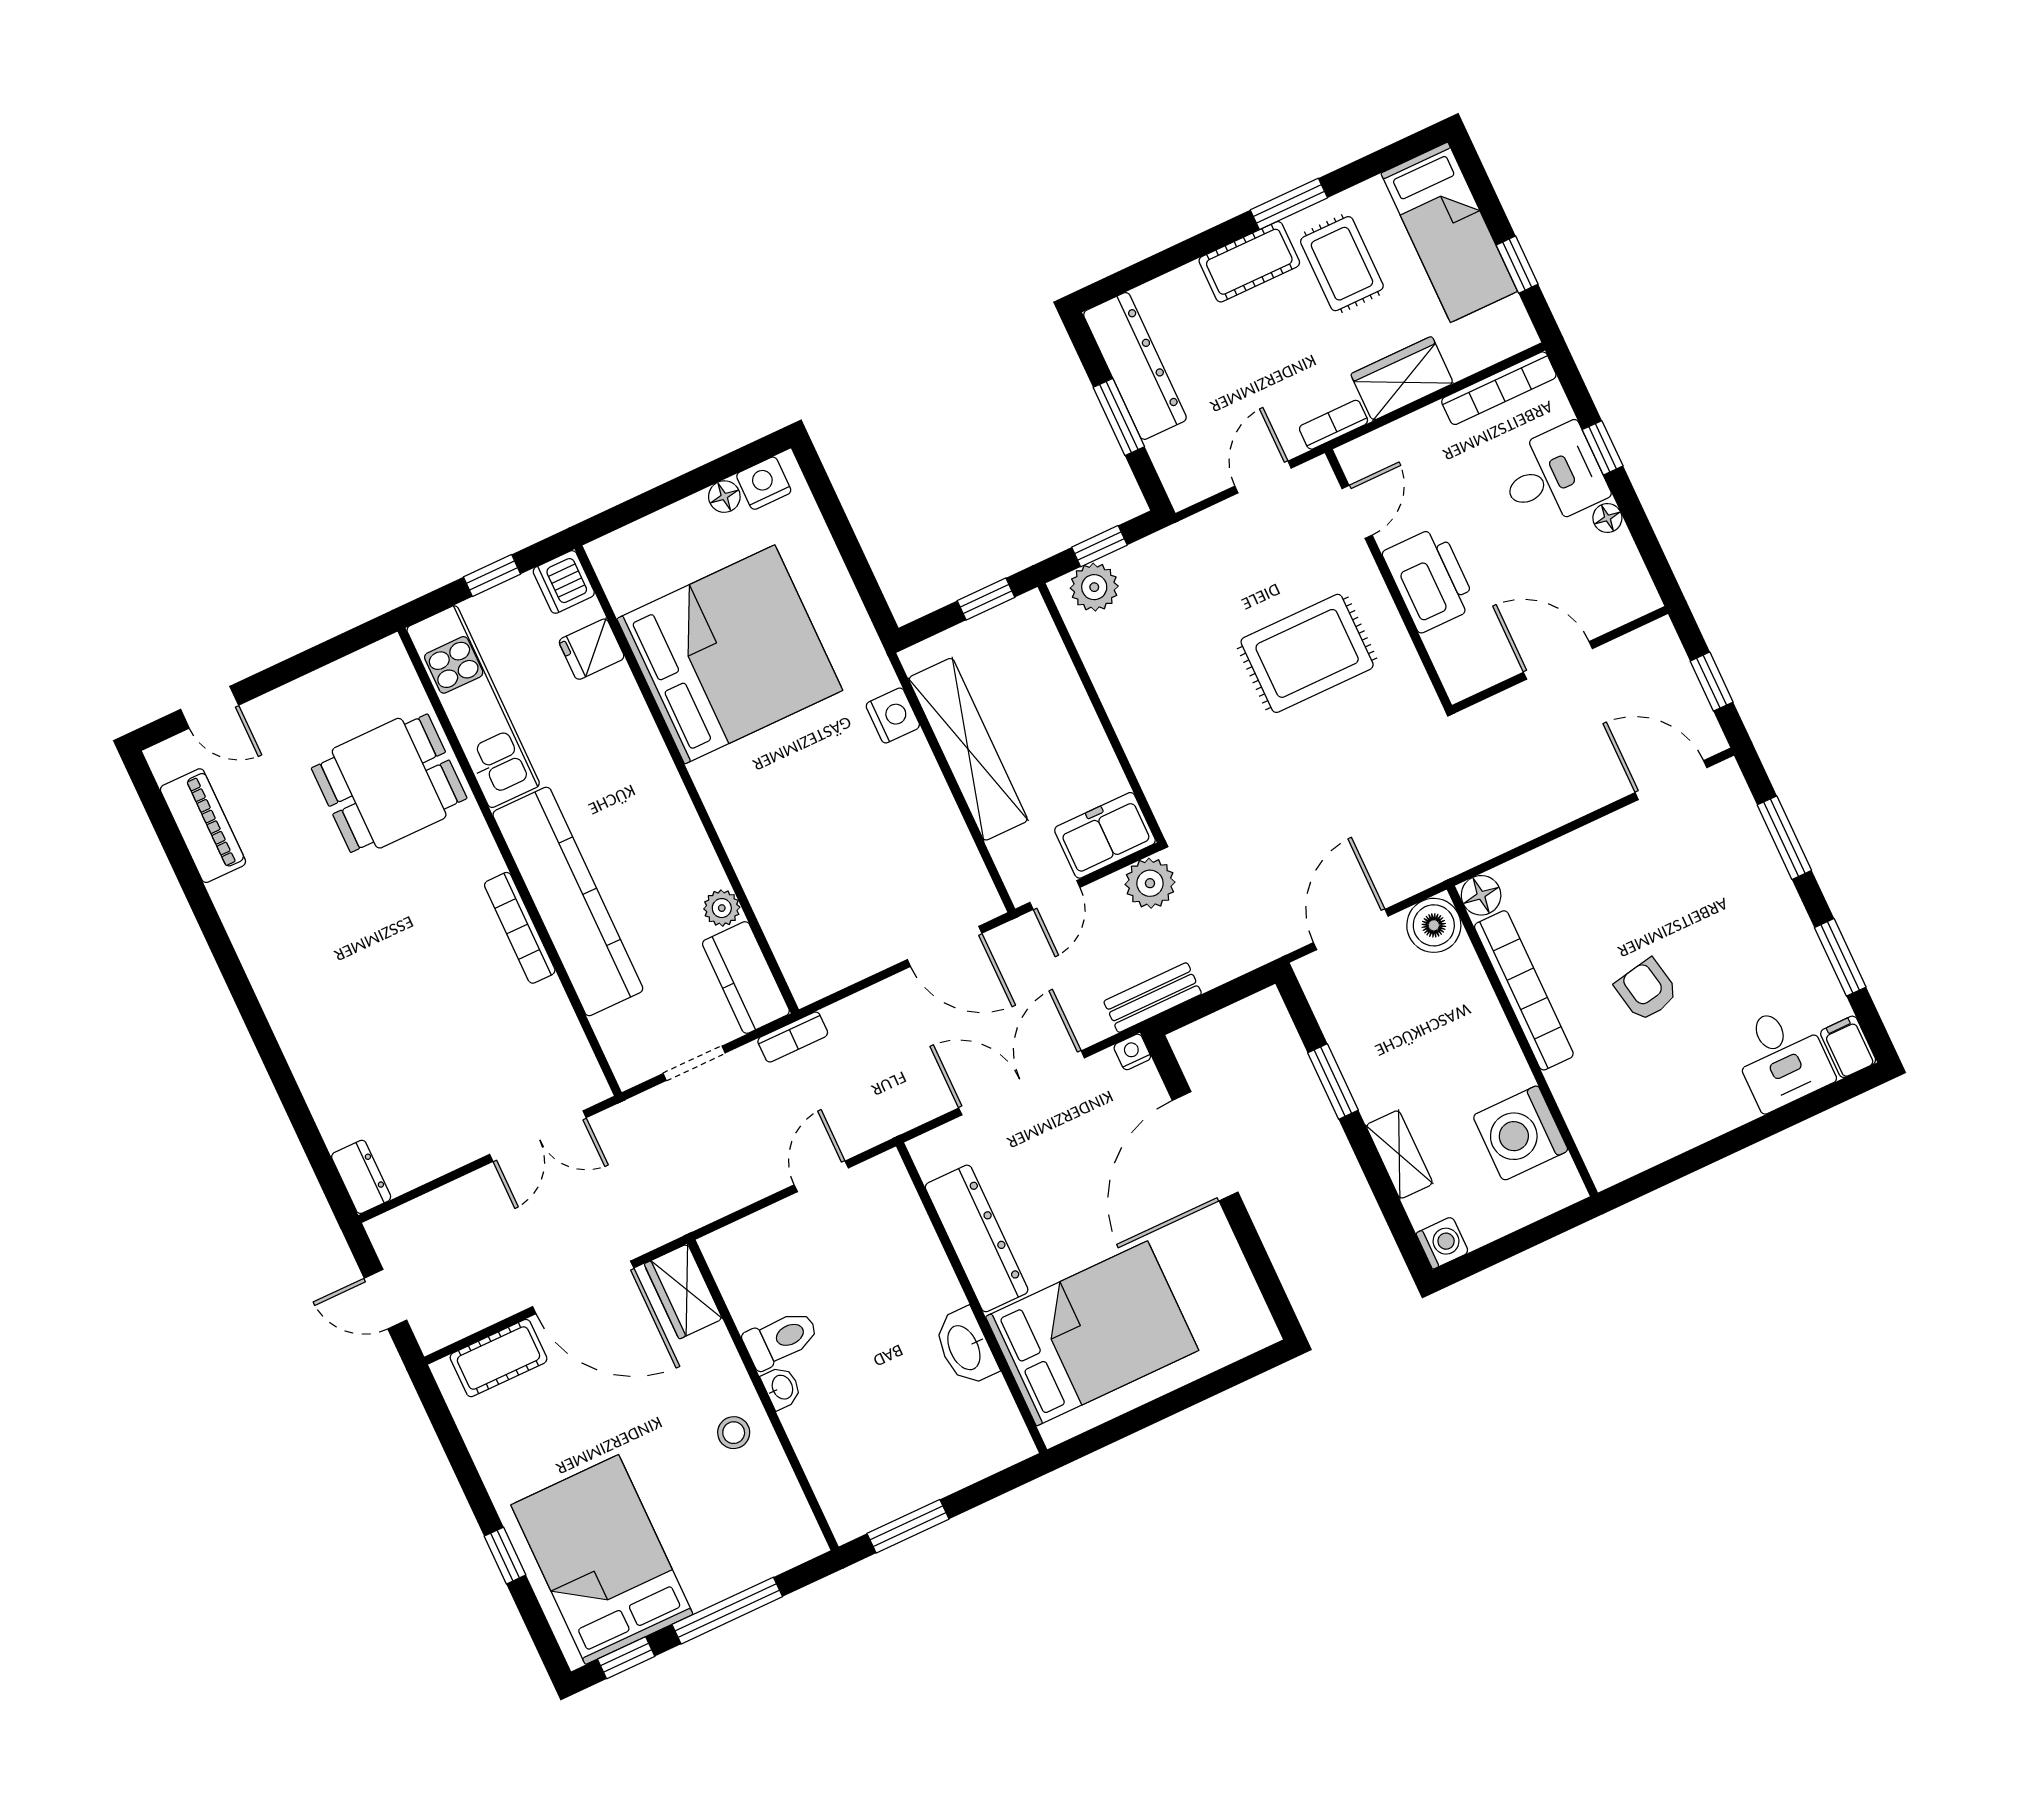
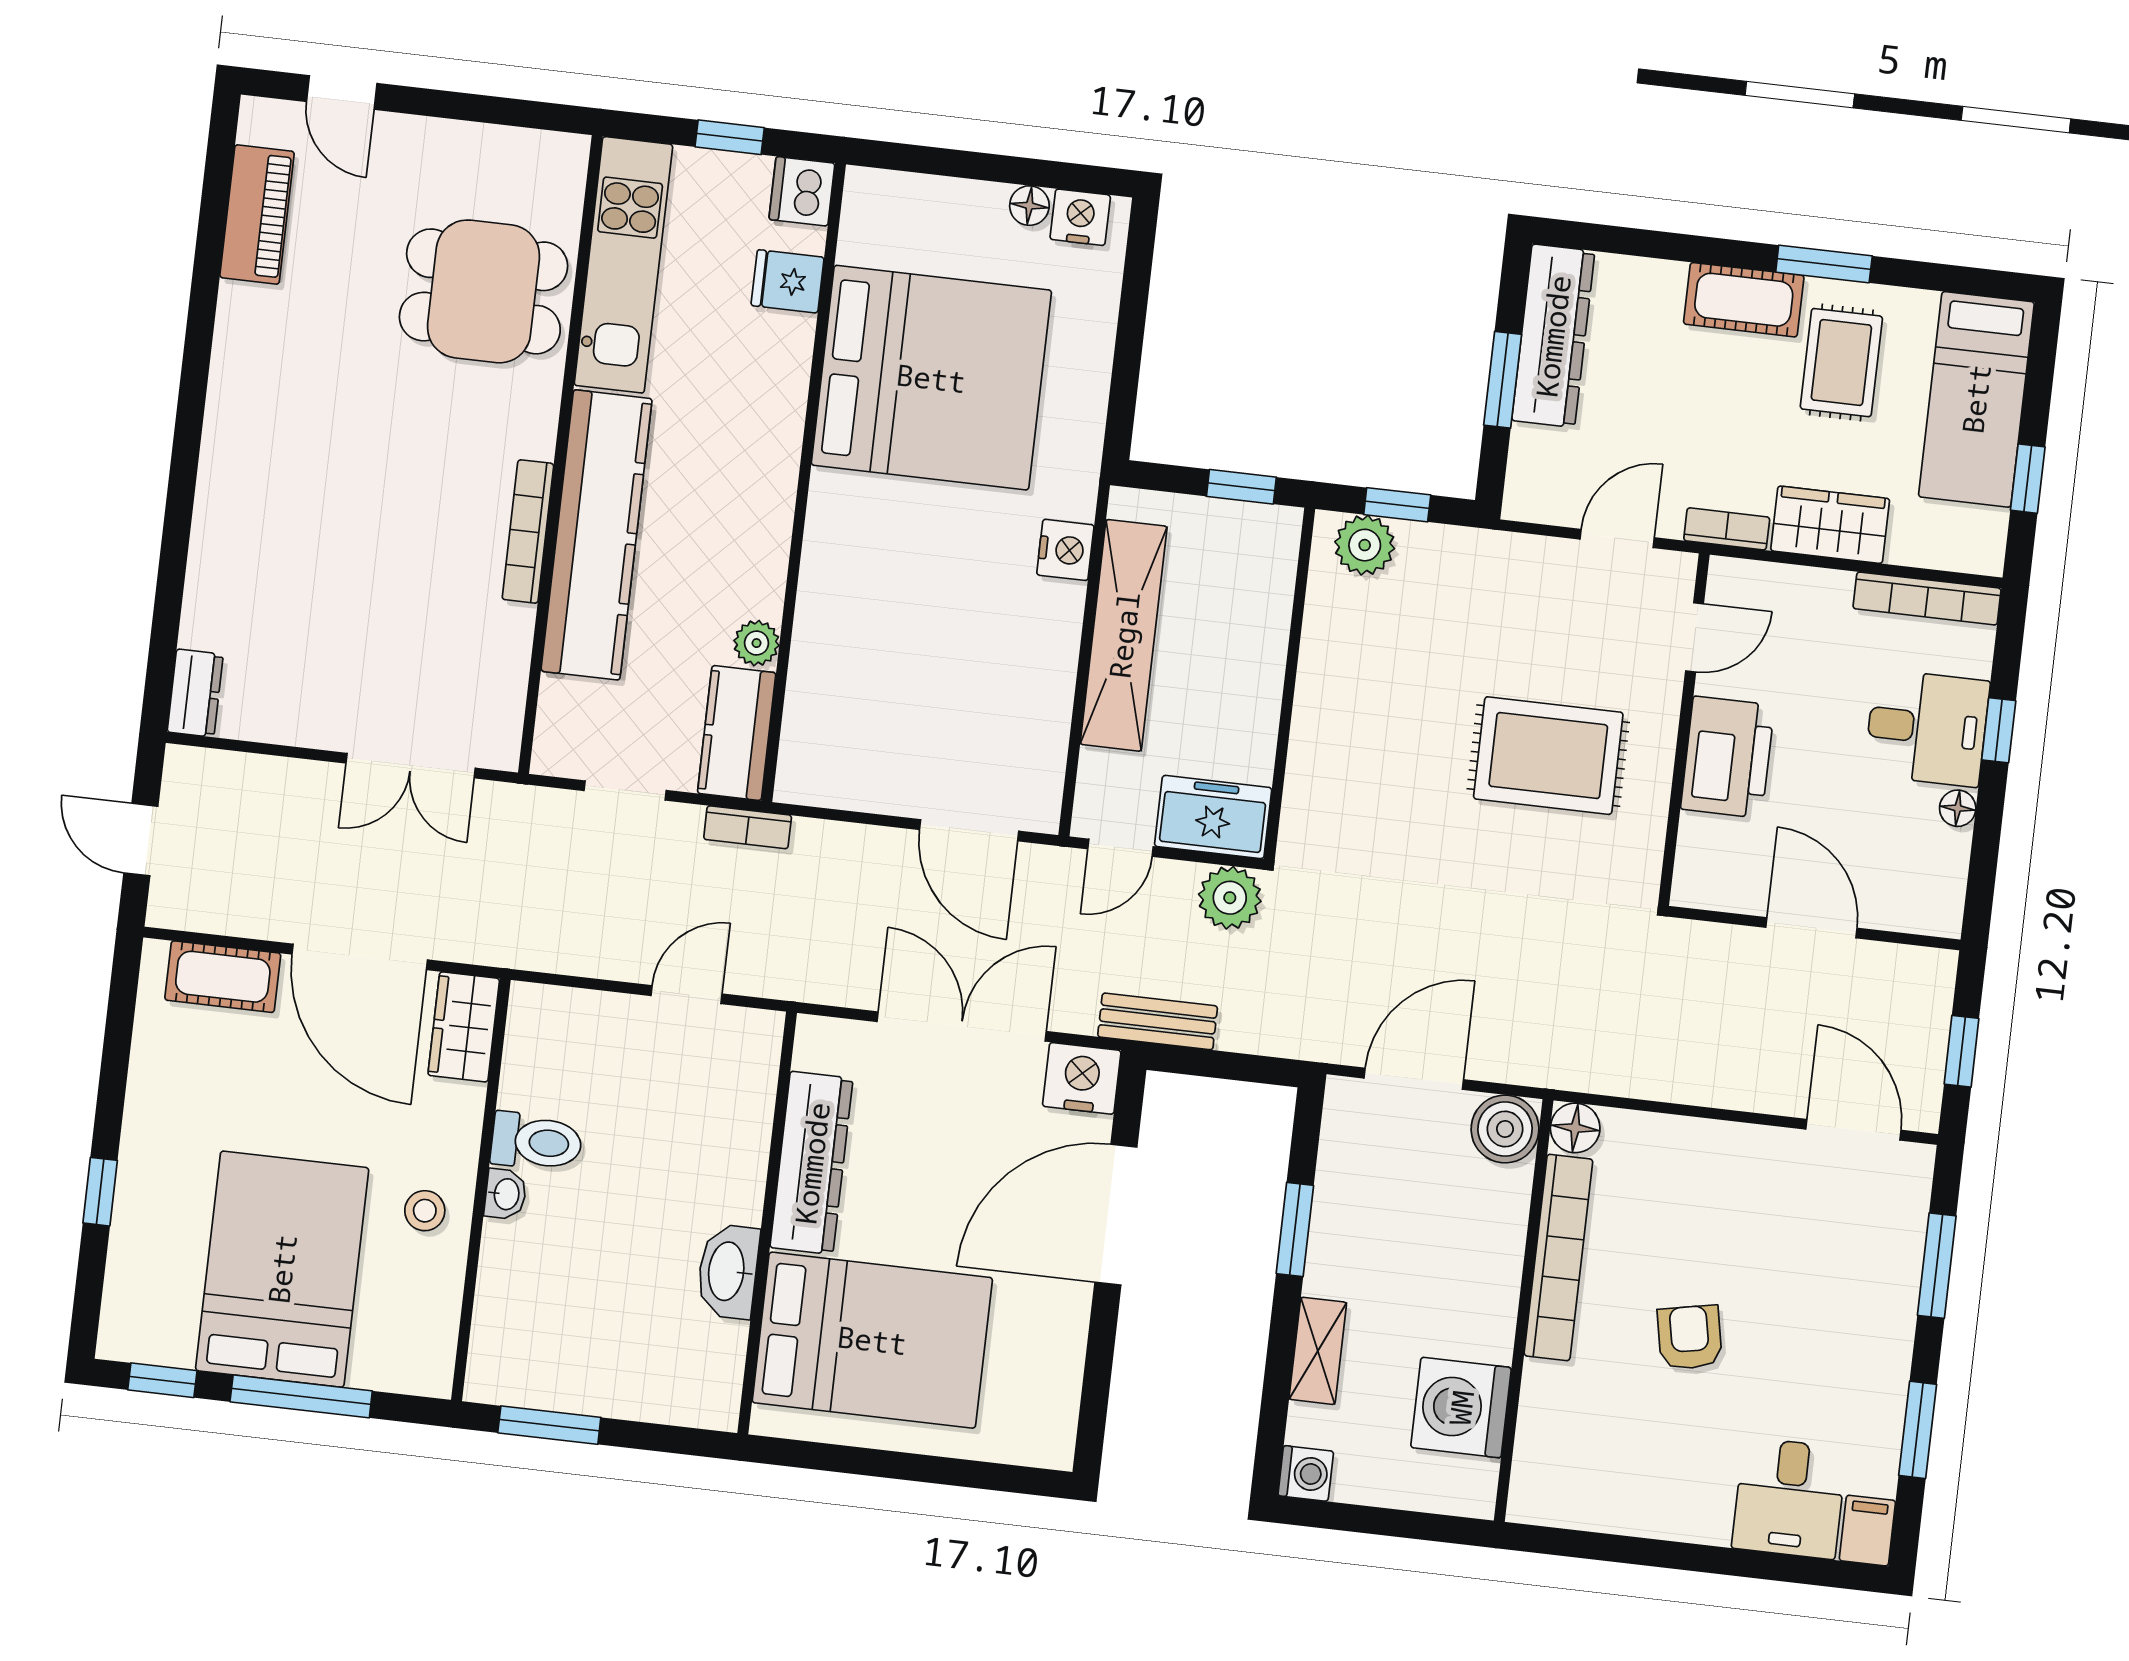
nightstand: (1132, 1052) -> (1082, 1078), width x1.89, depth x1.79
bed: (602, 1560) -> (282, 1269), moved

